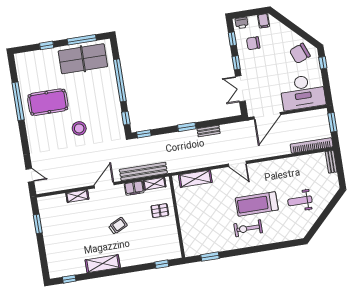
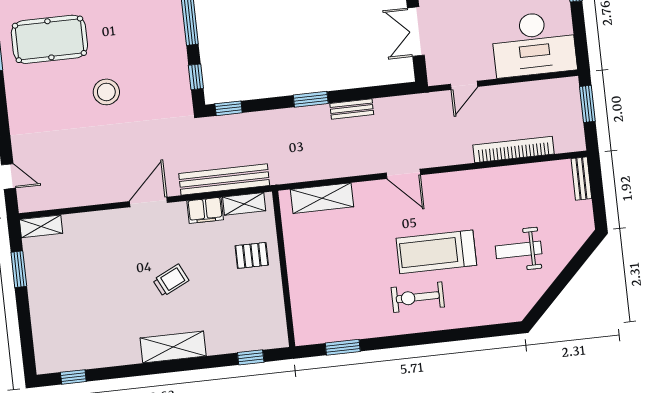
door: (267, 116) -> (464, 85), width x0.53
bookcase: (312, 146) -> (513, 150), moved
shelving: (77, 196) -> (41, 226), moved
shelving: (103, 264) -> (173, 347), moved

